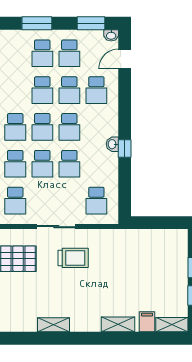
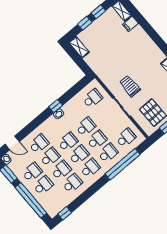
window: (37, 23) -> (31, 200), width x2.11
school desk: (15, 90) -> (72, 183), added
shelving: (118, 324) -> (79, 47), moved

